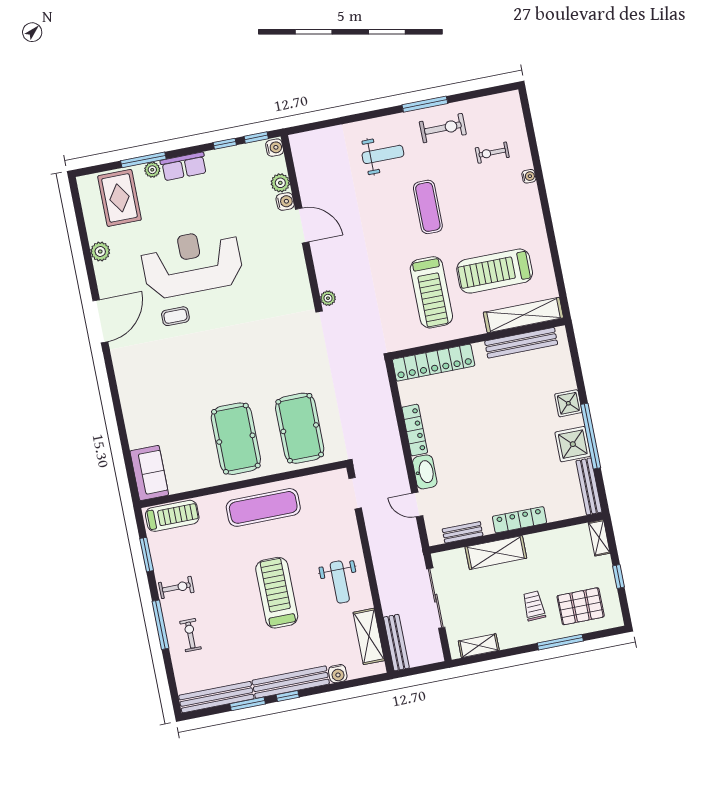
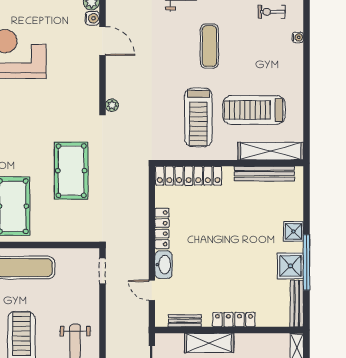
pool table: (300, 428) -> (71, 171), moved

